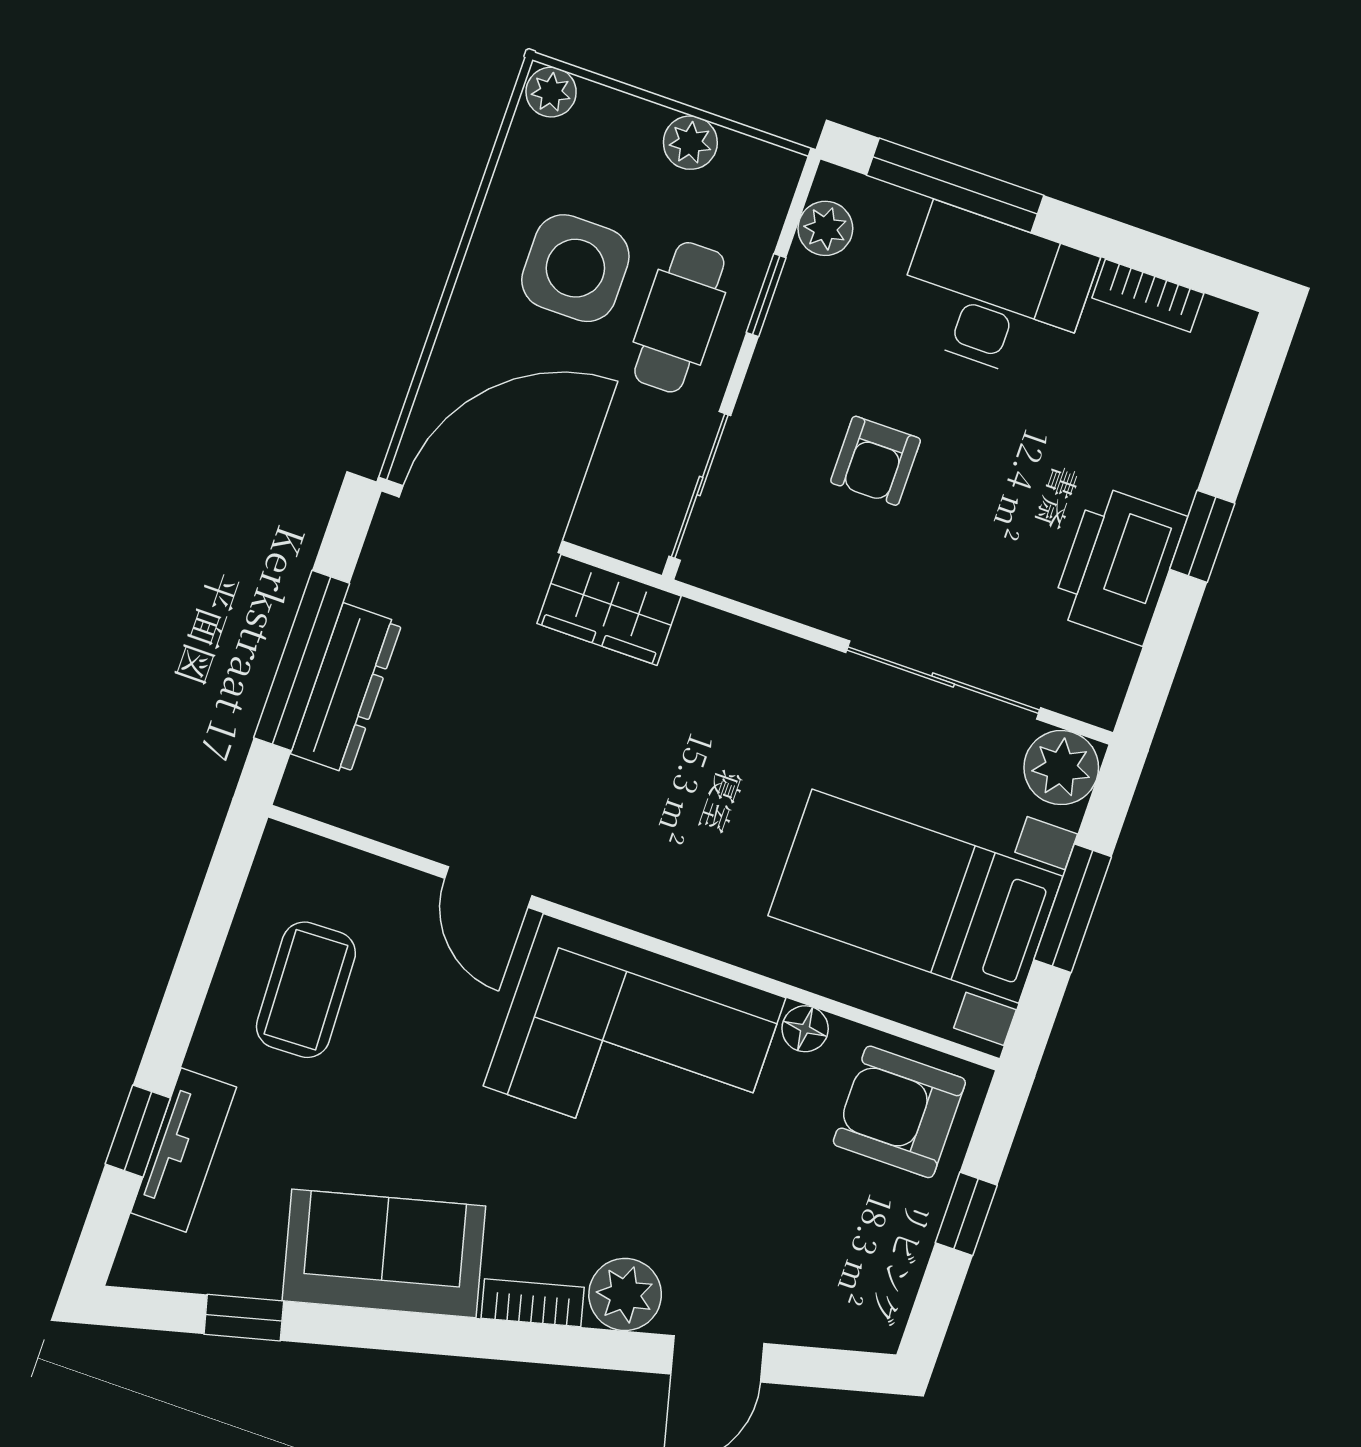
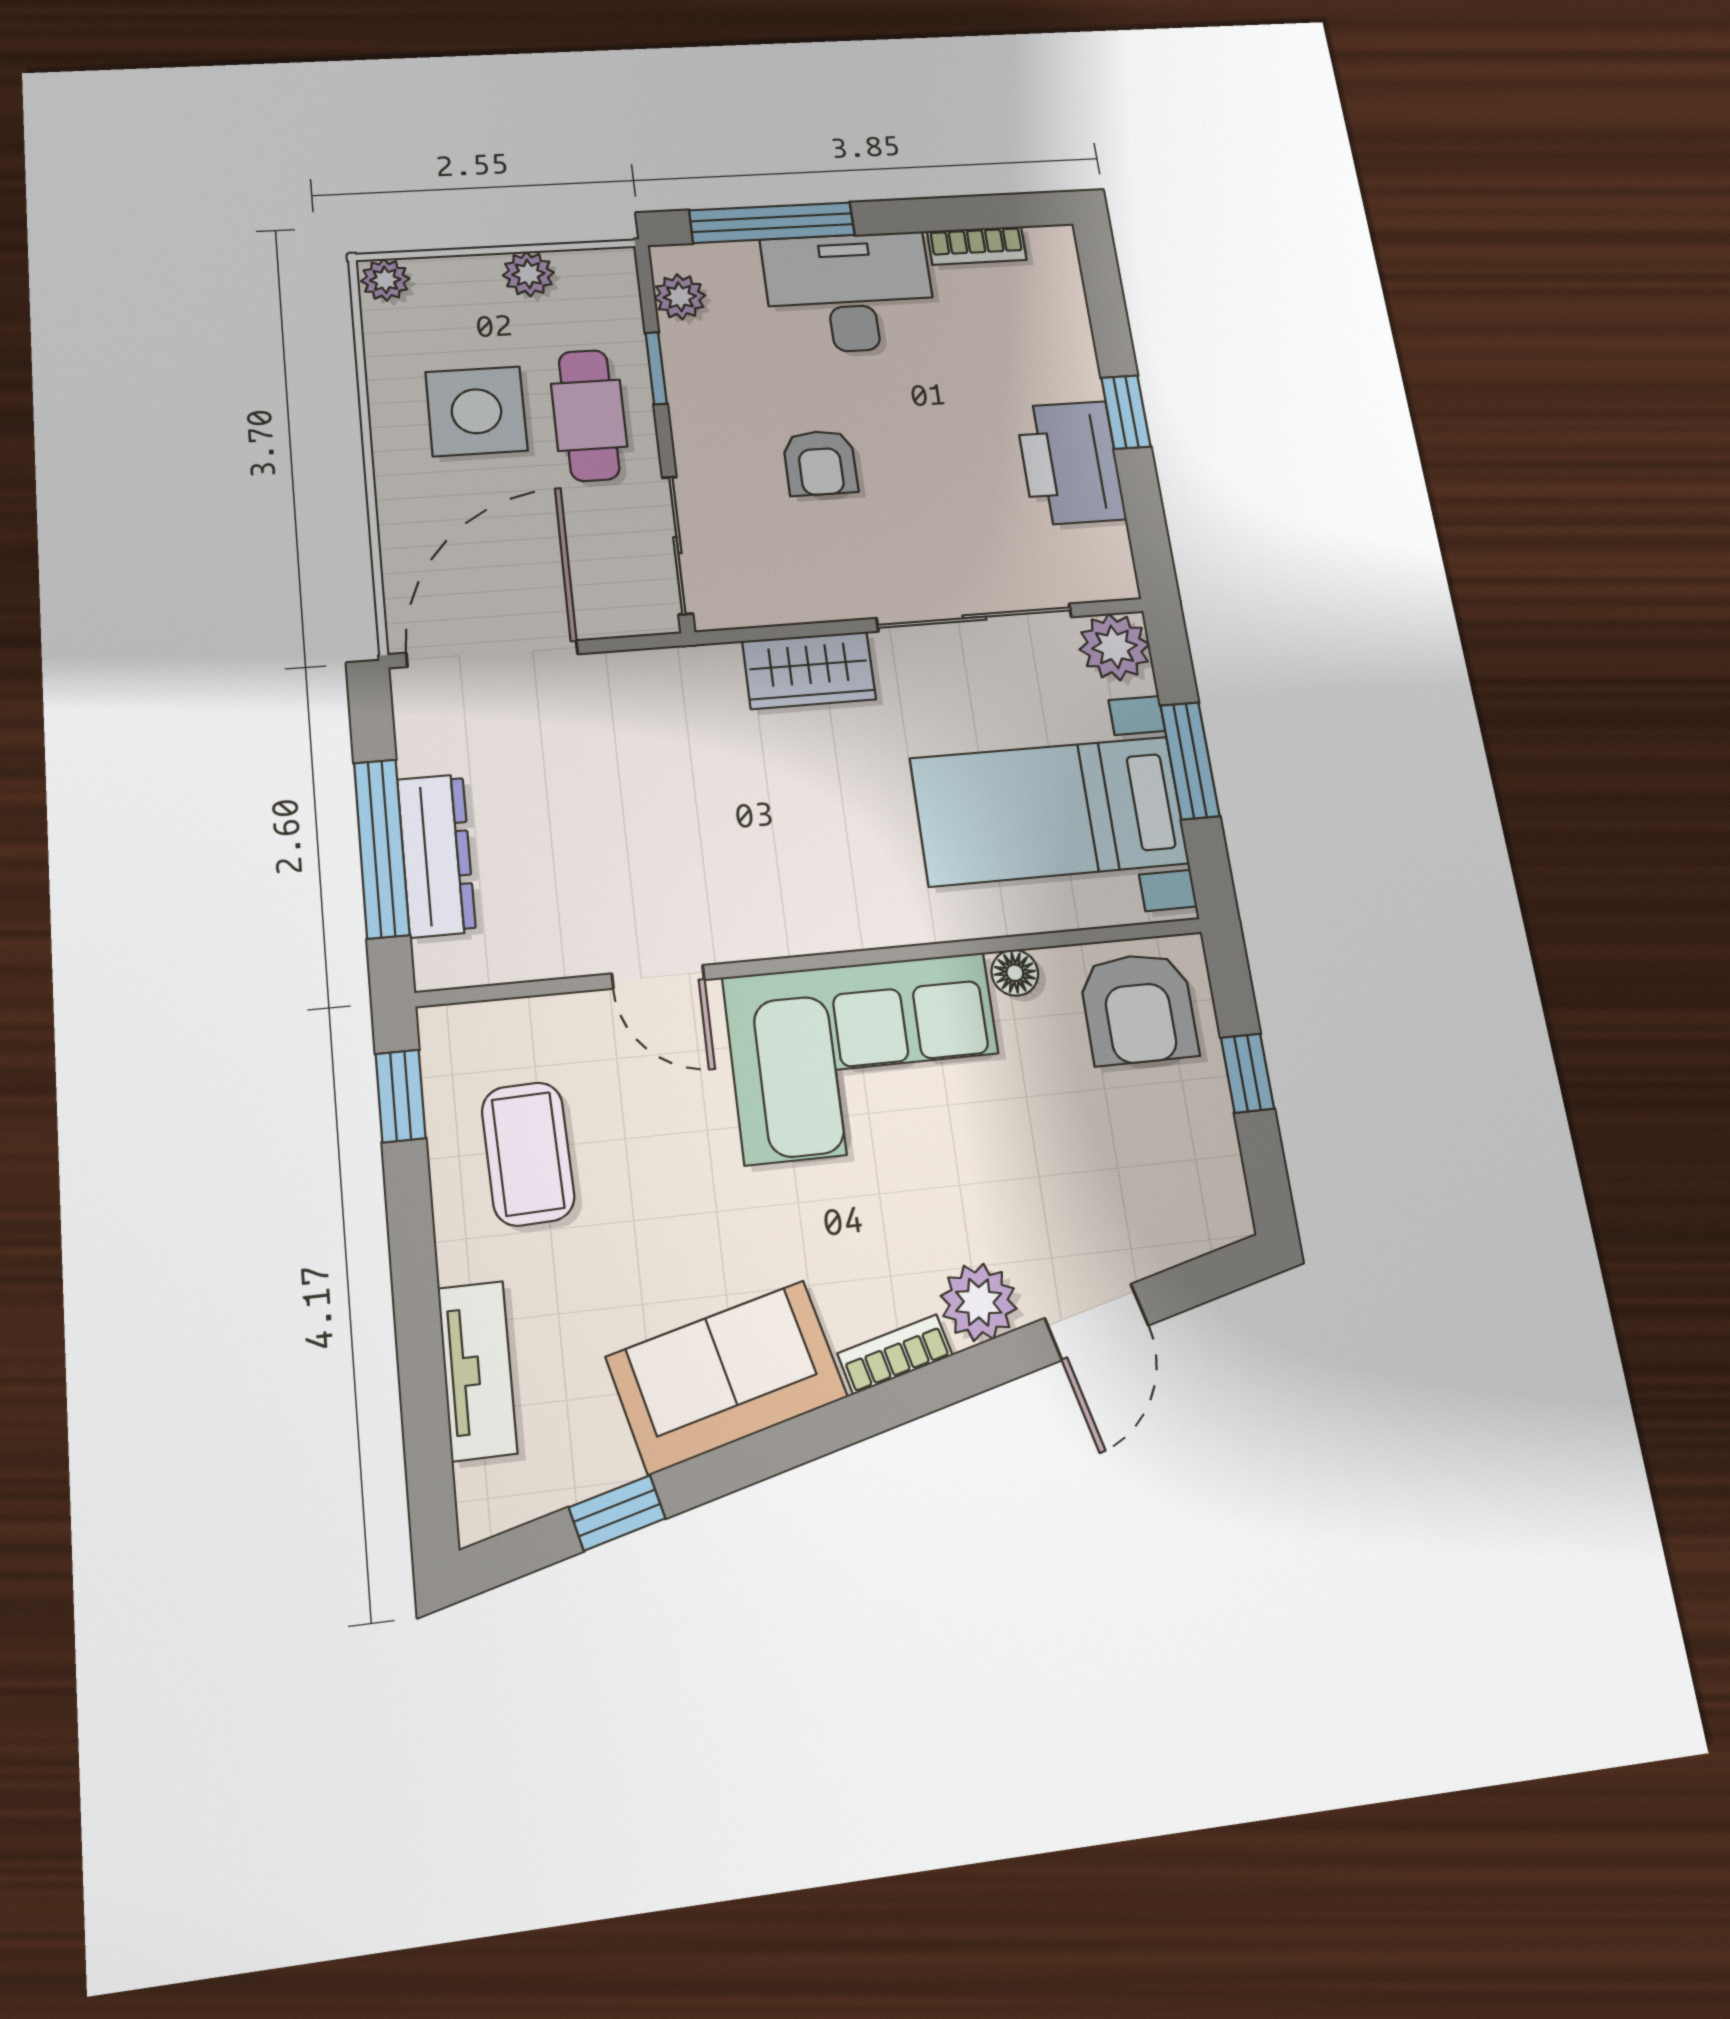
wardrobe: (609, 610) -> (809, 670), moved
armchair: (899, 1112) -> (1138, 1008), turned -90
window: (138, 1131) -> (401, 1096), moved

